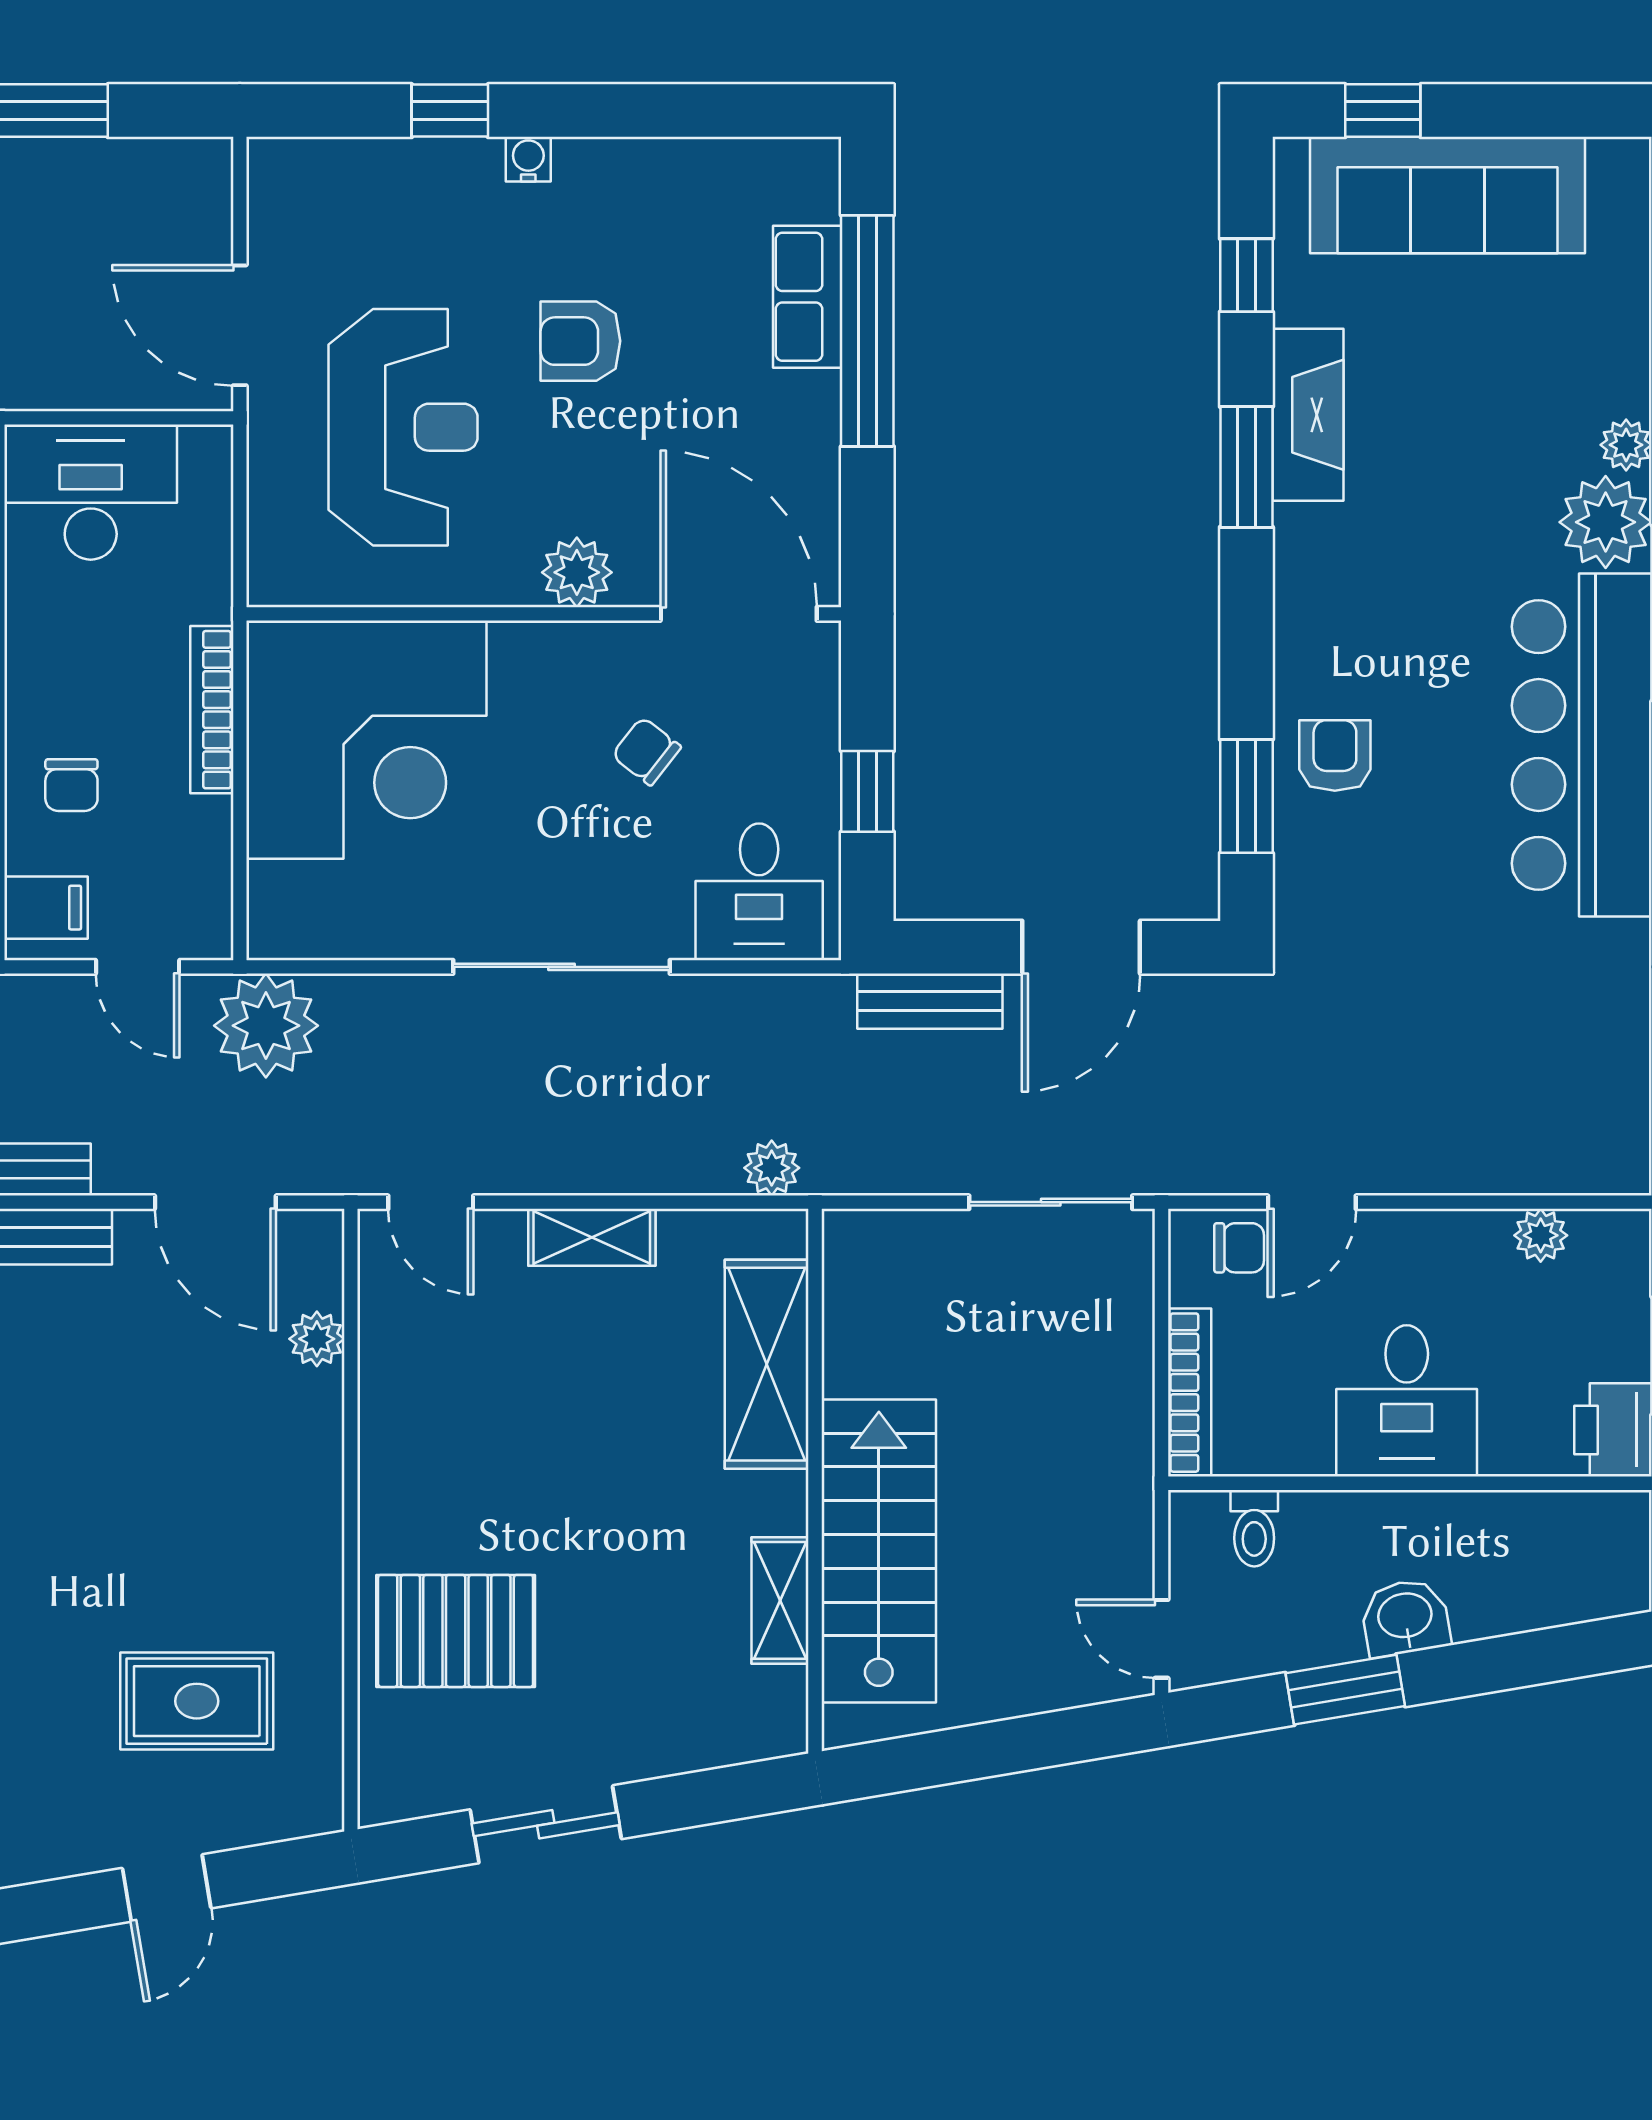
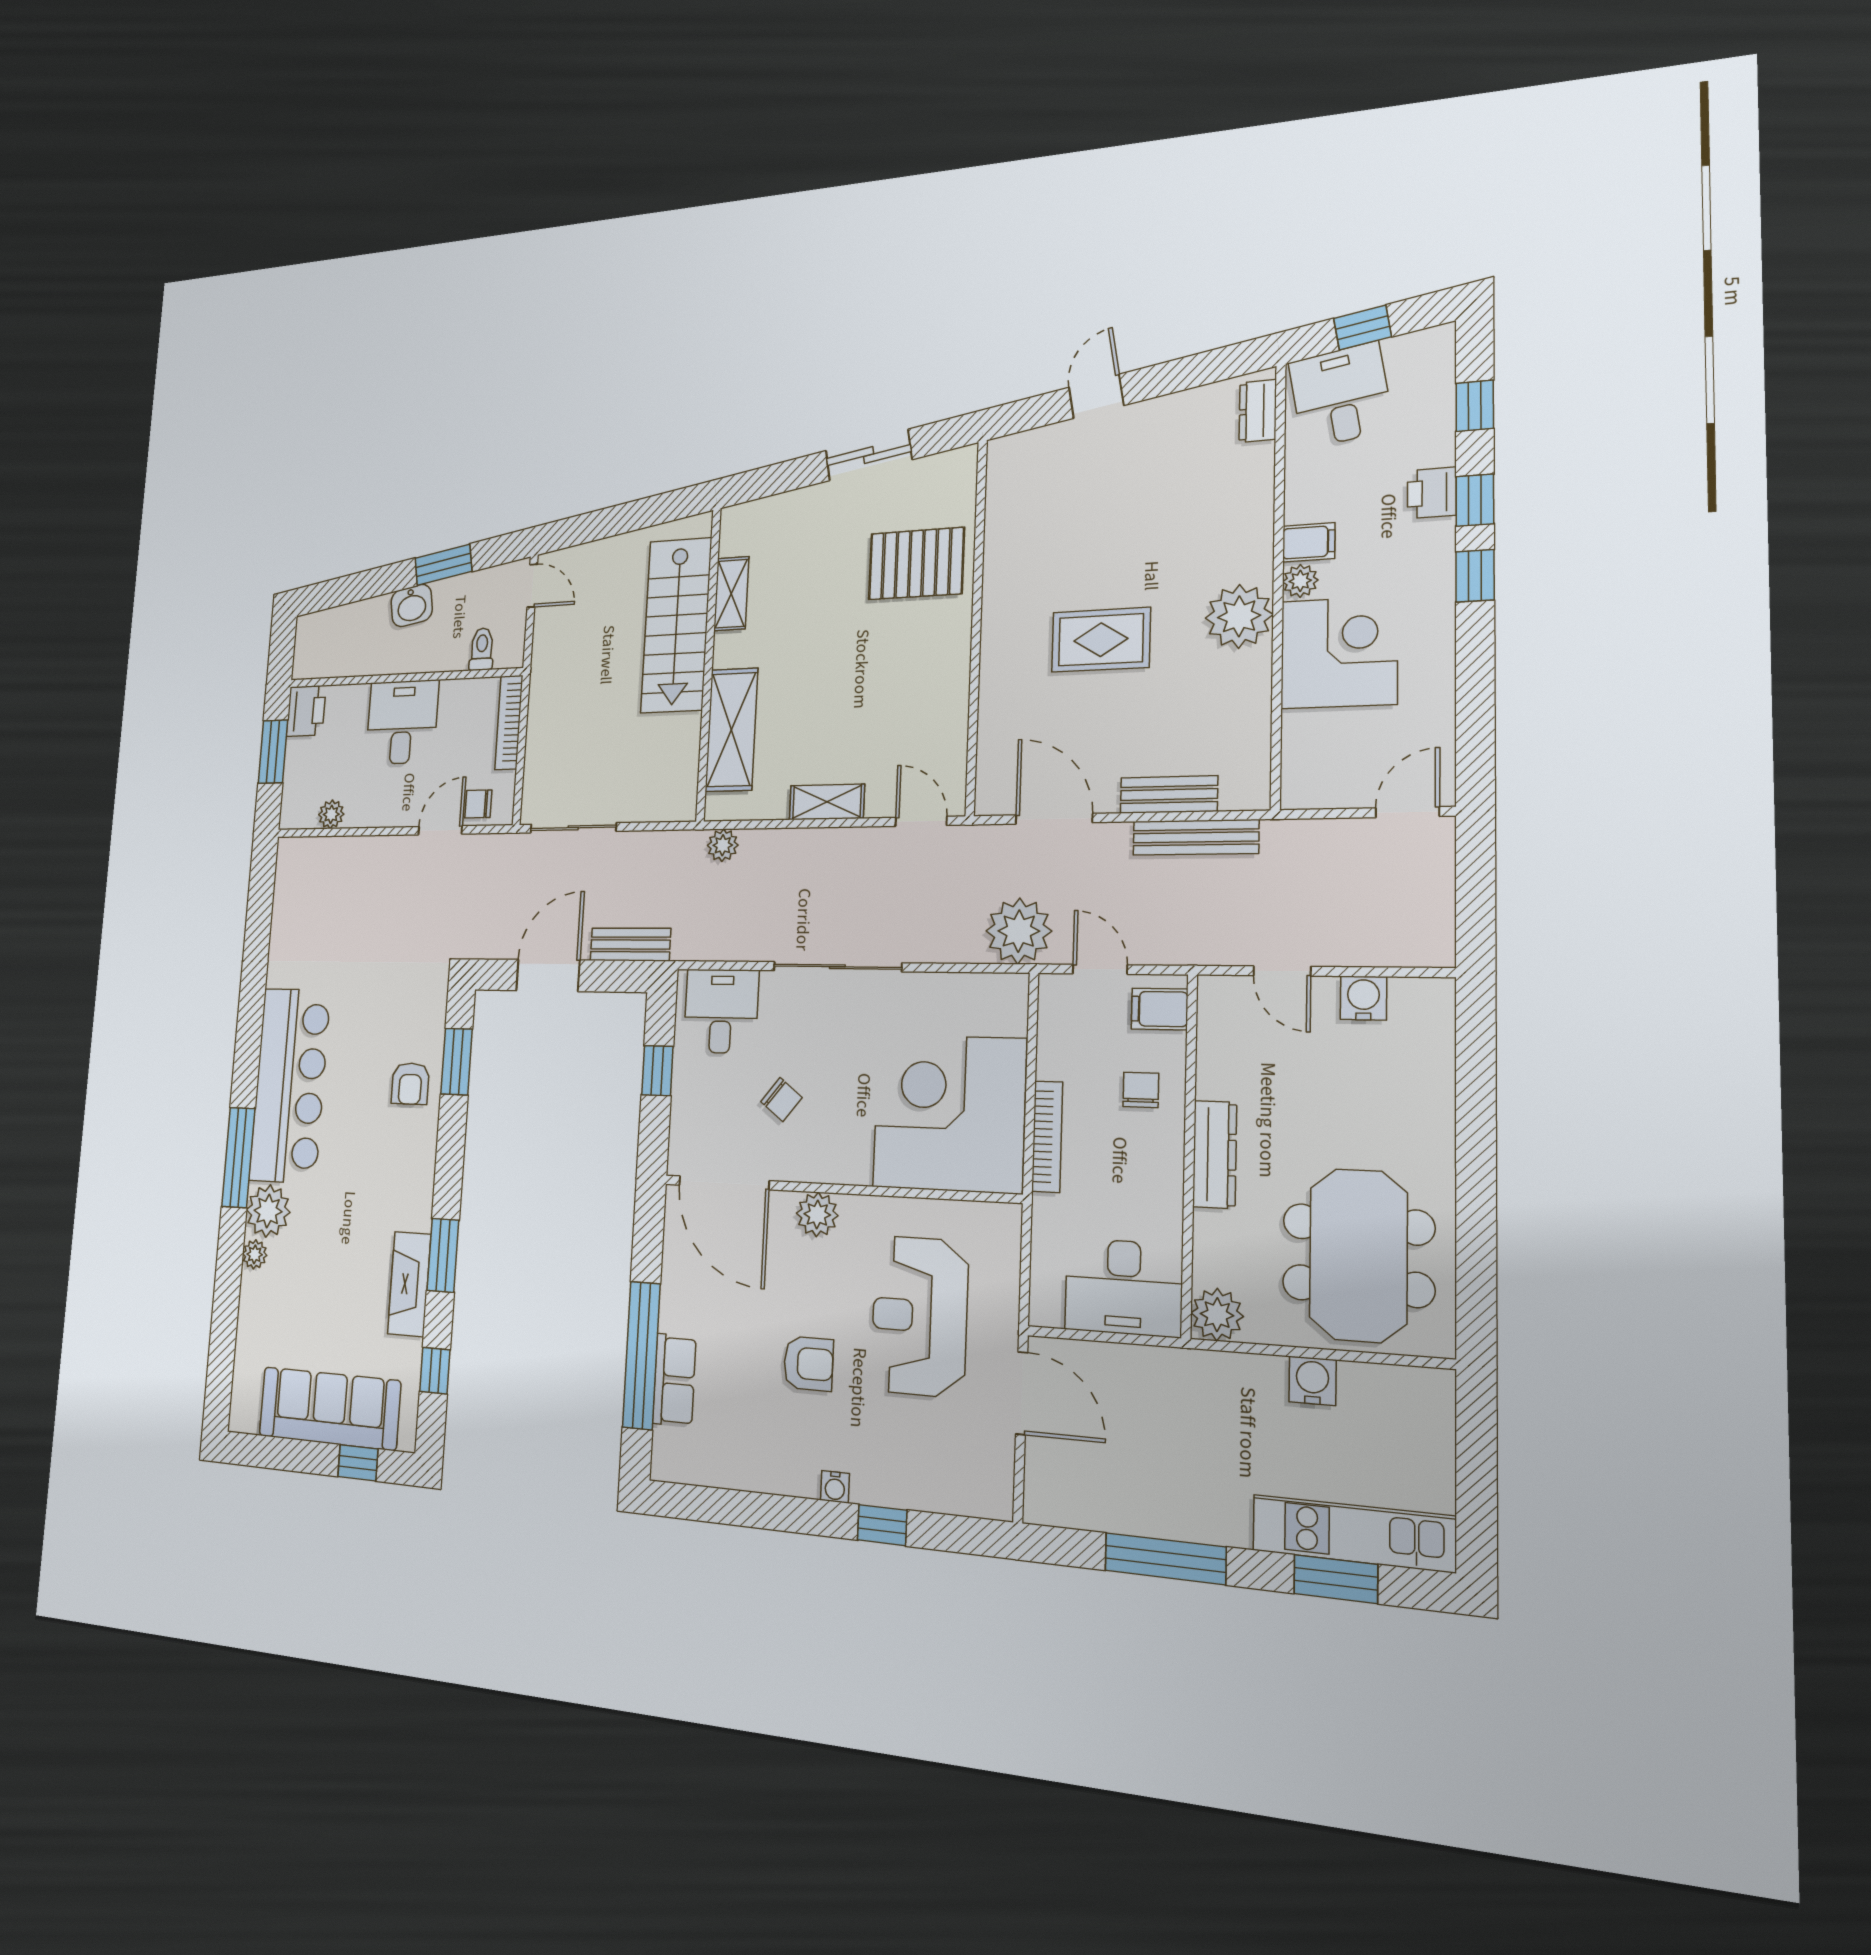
plant: (317, 1339) -> (993, 735), removed
rug: (197, 1701) -> (1101, 640), moved

